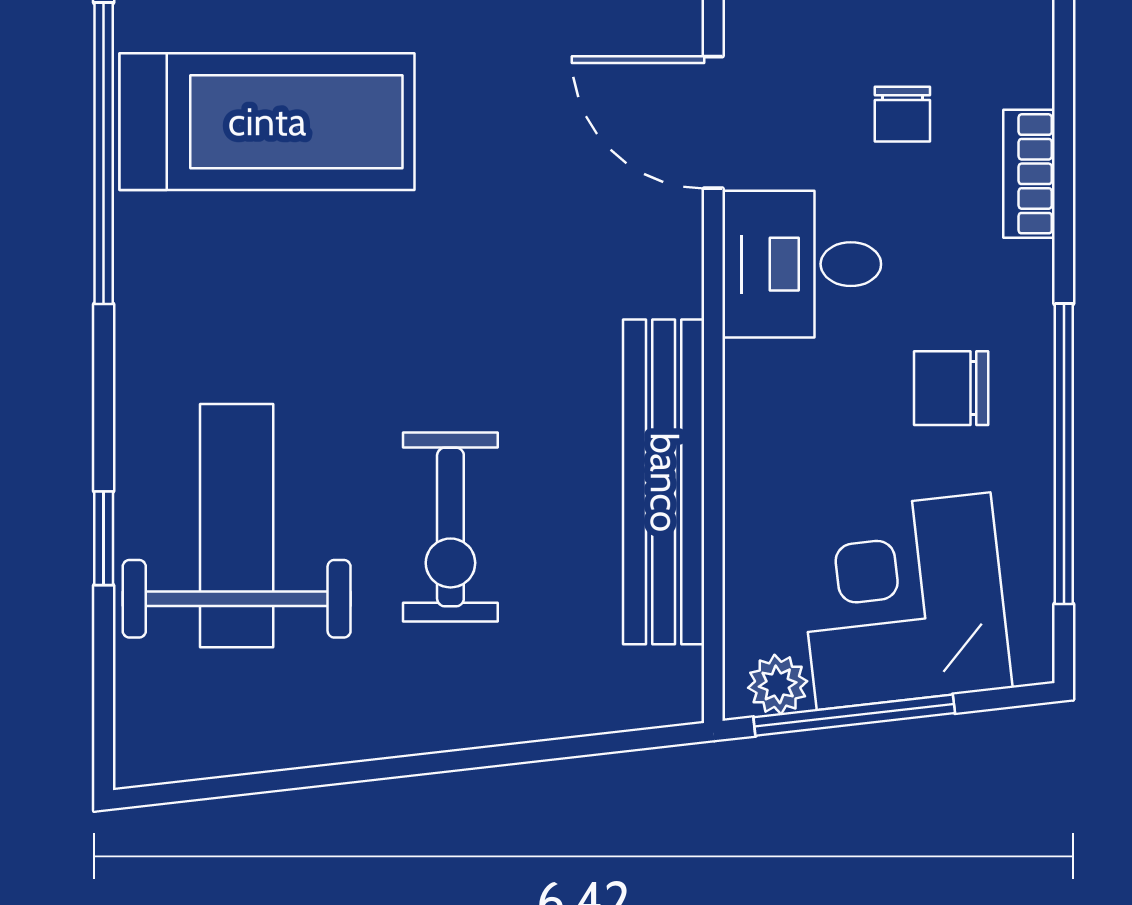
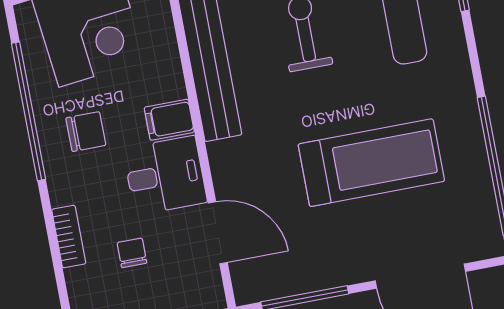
treadmill: (267, 122) -> (371, 163), moved, turned 180
filing cabinet: (771, 380) -> (169, 120), added

